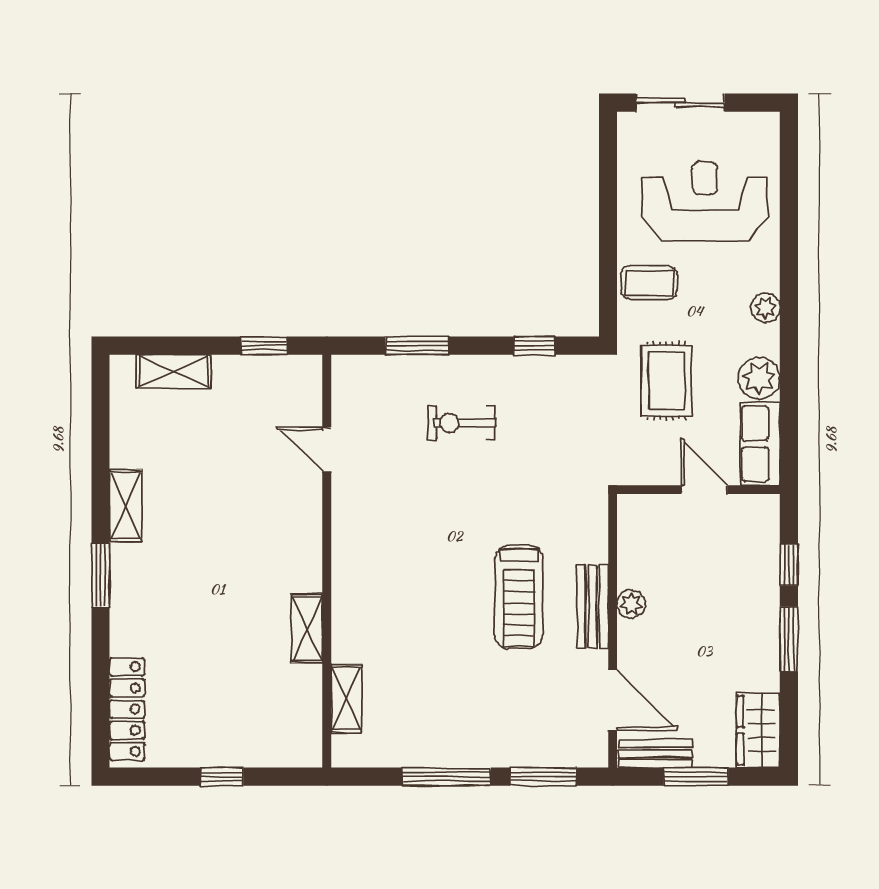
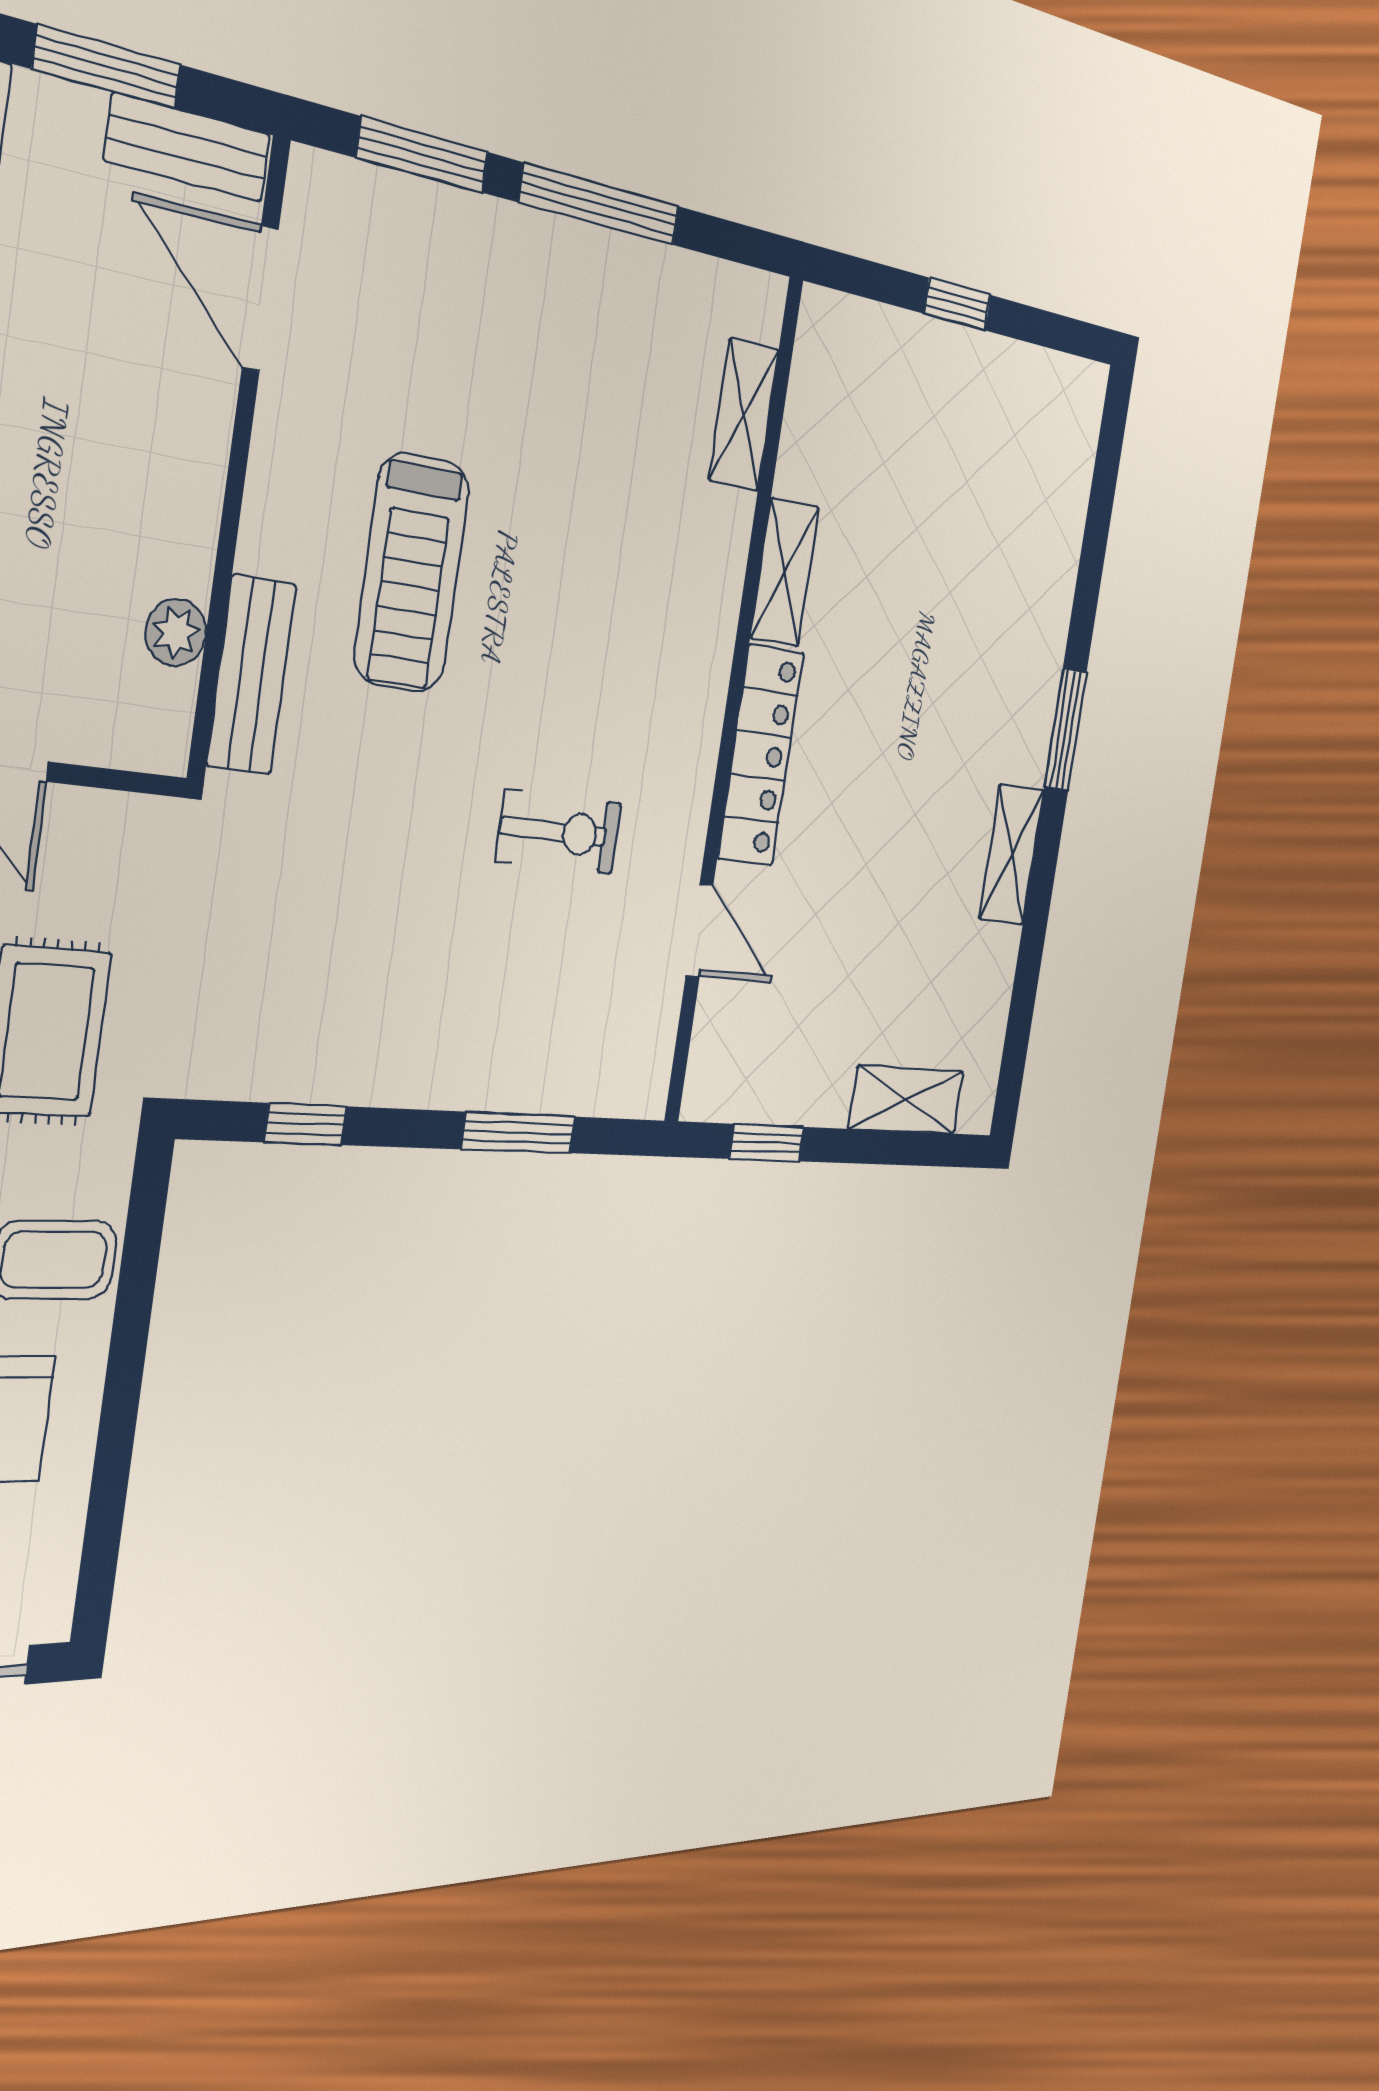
exercise bike: (462, 423) -> (559, 832), moved
treadmill: (519, 597) -> (412, 573), turned 180
plant: (631, 604) -> (176, 632), moved
bench: (593, 606) -> (251, 675), moved
locker: (127, 709) -> (761, 756), moved, turned 180

